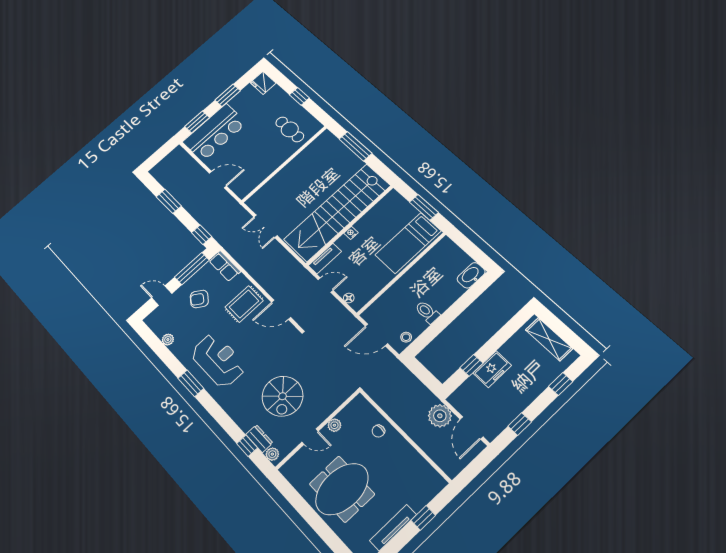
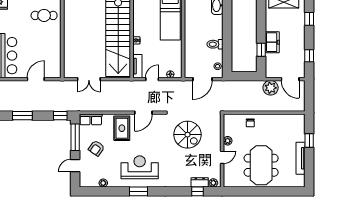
spiral stairs: (283, 396) -> (188, 135), moved

